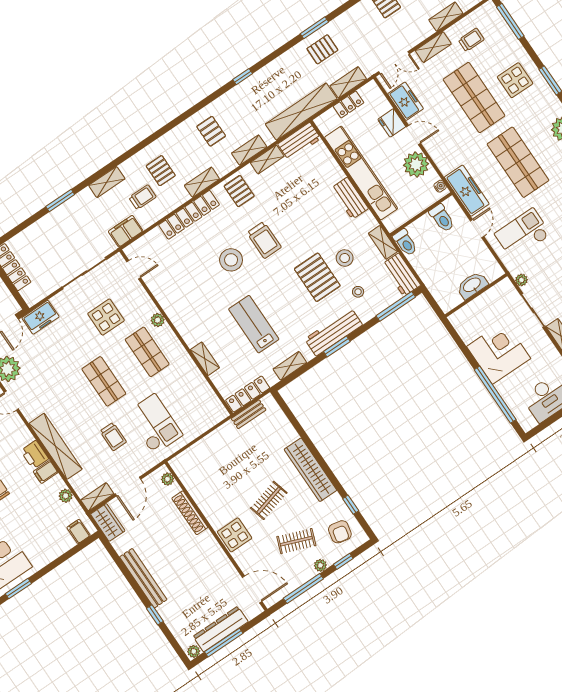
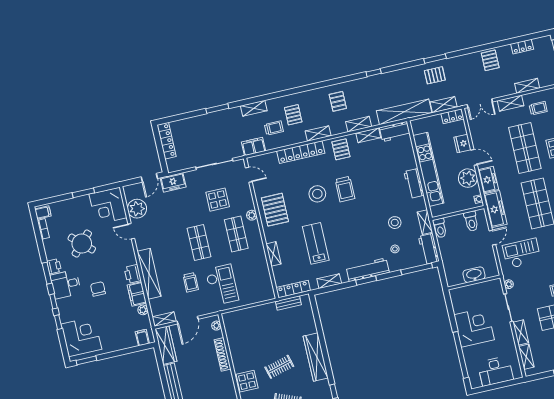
freezer: (406, 101) -> (488, 180), moved
locker: (348, 104) -> (452, 116), moved
pallet: (317, 277) -> (275, 210), moved
filing cabinet: (46, 472) -> (137, 294), width x2.00
wardrobe: (108, 522) -> (166, 345), width x1.50

